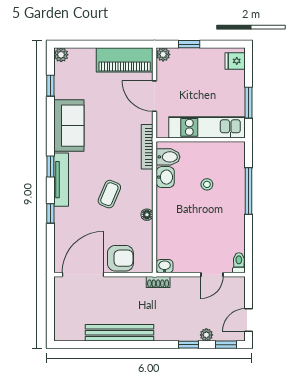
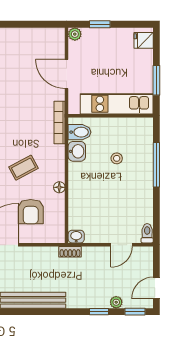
piano: (125, 60) -> (38, 39), removed
coffee table: (109, 194) -> (23, 168), turned 39
armchair: (120, 258) -> (31, 212), moved, turned 90

